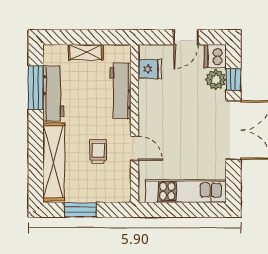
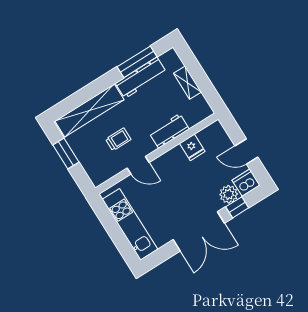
fridge: (150, 69) -> (192, 147), moved
workbench: (120, 91) -> (169, 131), width x0.73
door: (135, 148) -> (138, 165), hinge flipped

